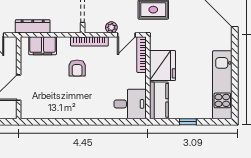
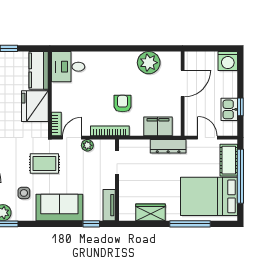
bookcase: (142, 55) -> (56, 124), width x0.64
plant: (52, 108) -> (149, 63), added

